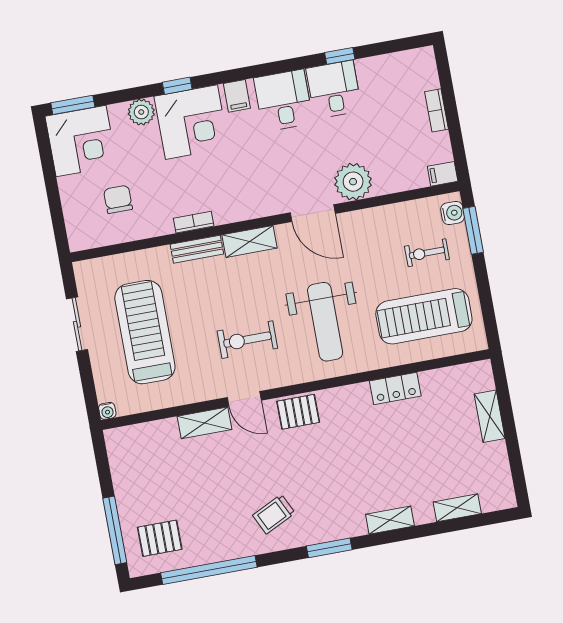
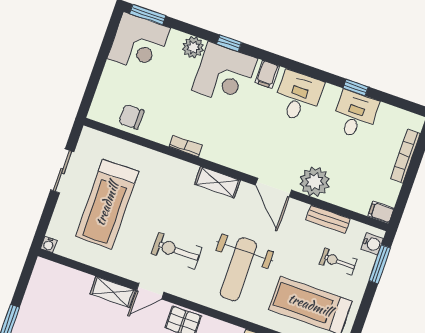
desk: (334, 89) -> (355, 115), moved
bookcase: (436, 110) -> (405, 156), width x1.56
chair: (118, 199) -> (131, 117), moved, turned -90
bench: (197, 249) -> (328, 219), moved
treadmill: (145, 332) -> (107, 204), turned 180
door: (244, 399) -> (150, 291), hinge flipped

